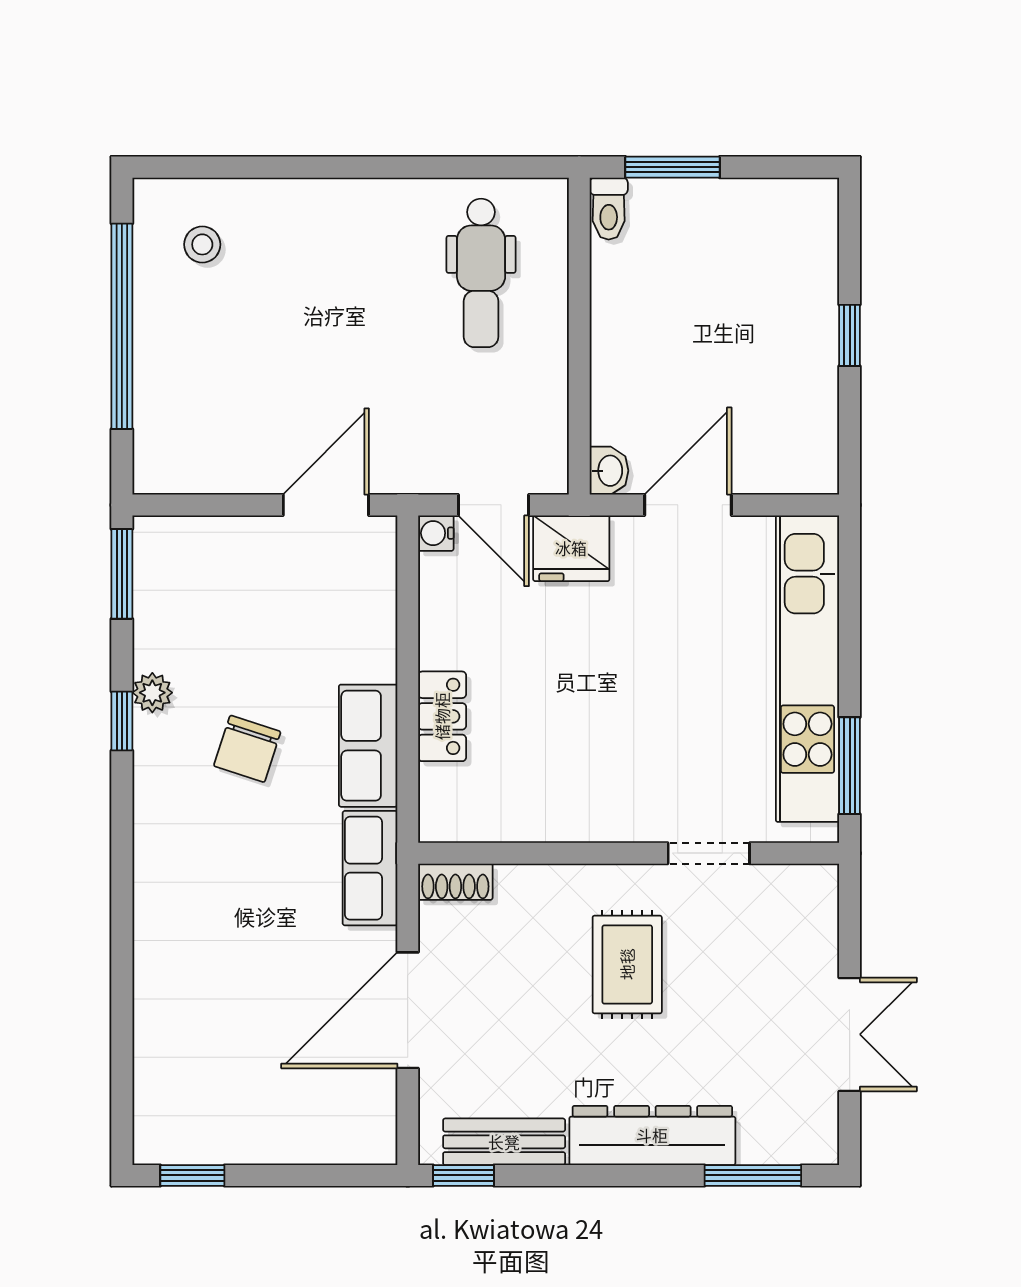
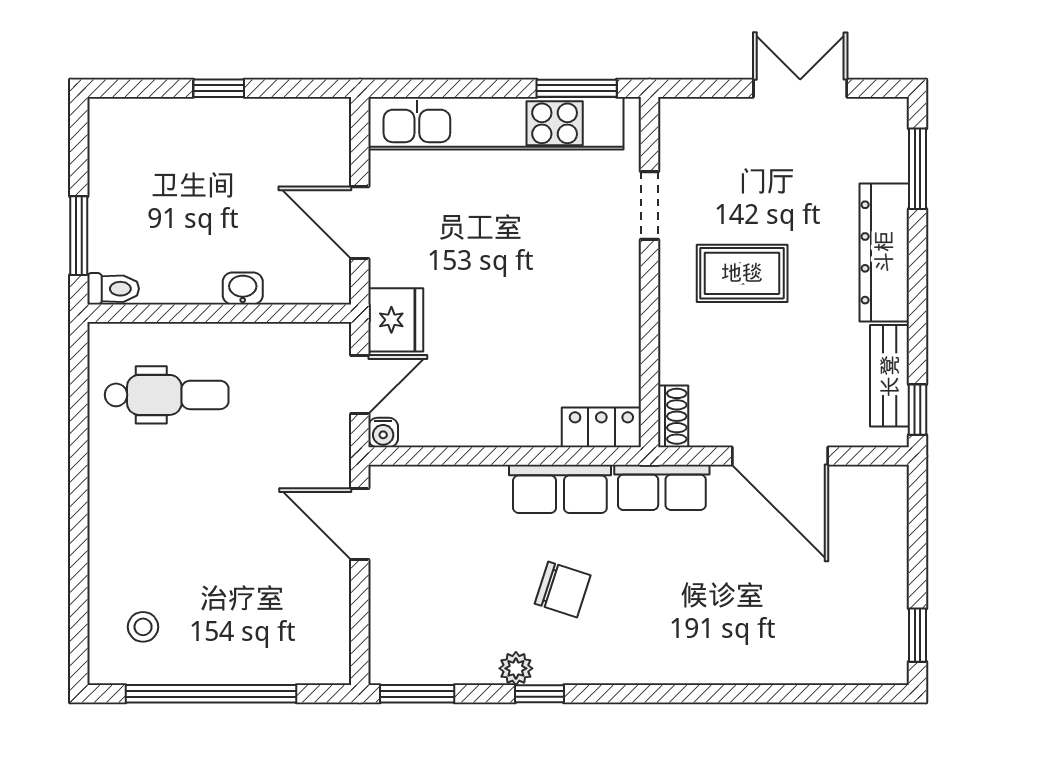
washbasin: (609, 471) -> (243, 288), moved
locker: (442, 716) -> (601, 427), moved

